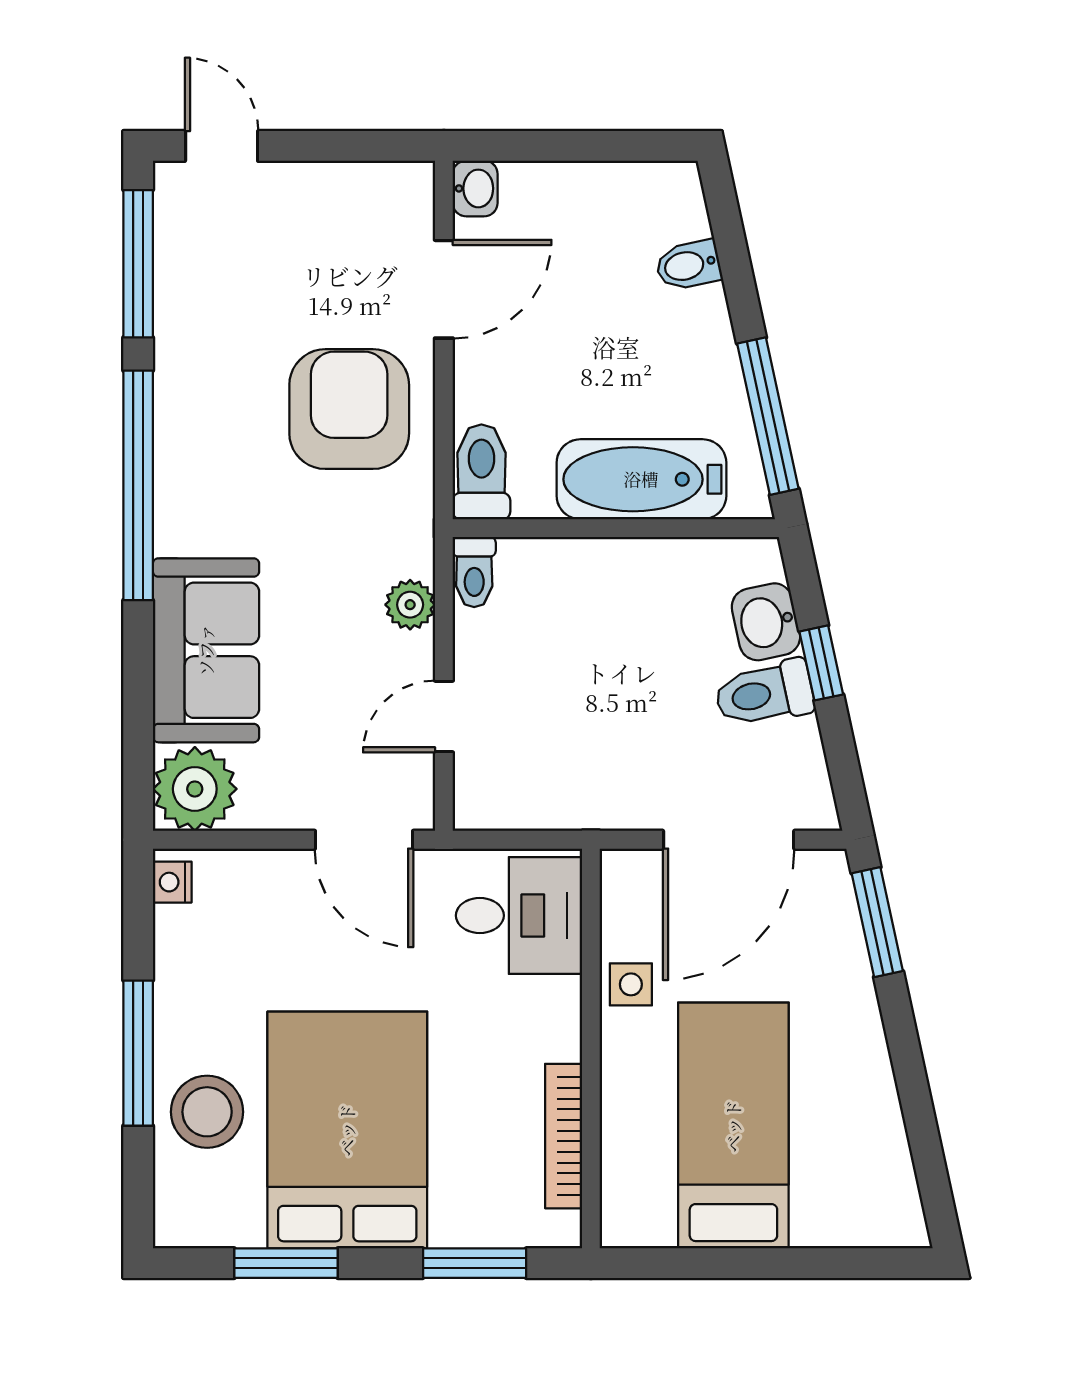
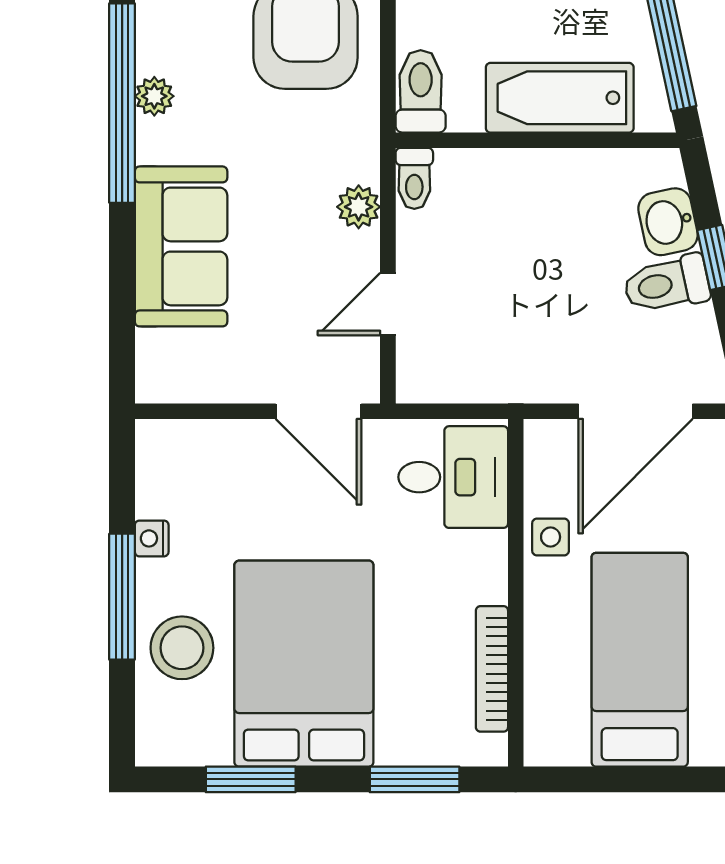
plant: (195, 789) -> (154, 96), moved, width x0.53, depth x0.53
nightstand: (172, 882) -> (152, 538), moved

